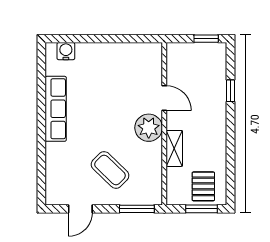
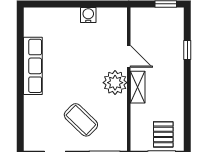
water cooler: (66, 51) -> (88, 15), moved
shelving: (174, 148) -> (138, 87), moved

